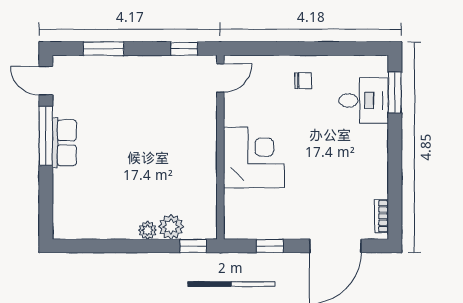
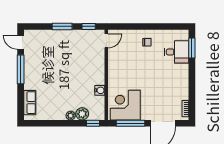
window: (104, 49) -> (62, 26), moved
row of seats: (64, 143) -> (30, 103), moved
corner desk: (254, 157) -> (125, 105), moved, turned -90
water cooler: (207, 179) -> (100, 90), added
window: (270, 246) -> (131, 123), width x2.17

